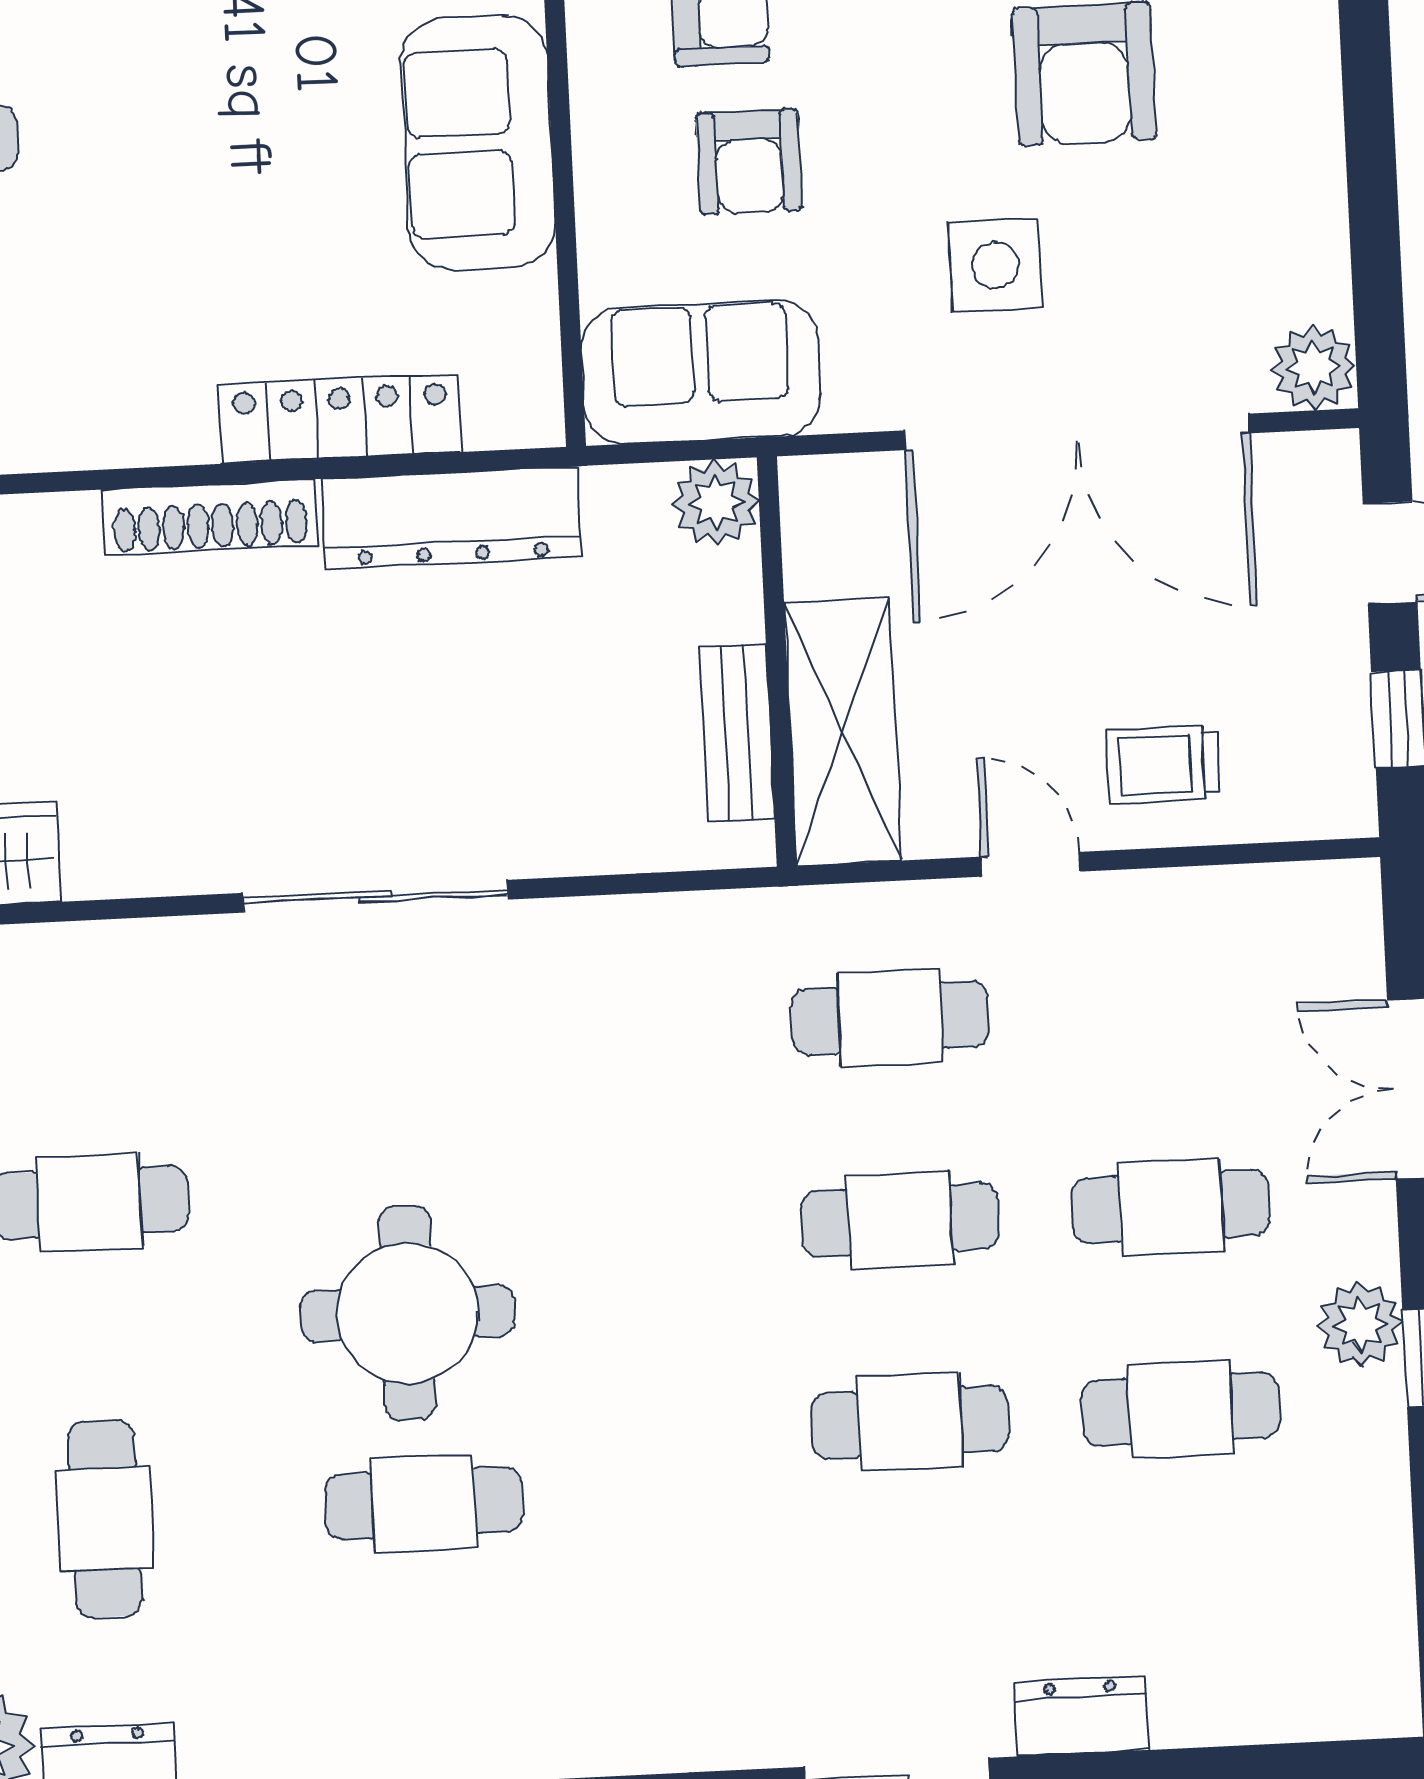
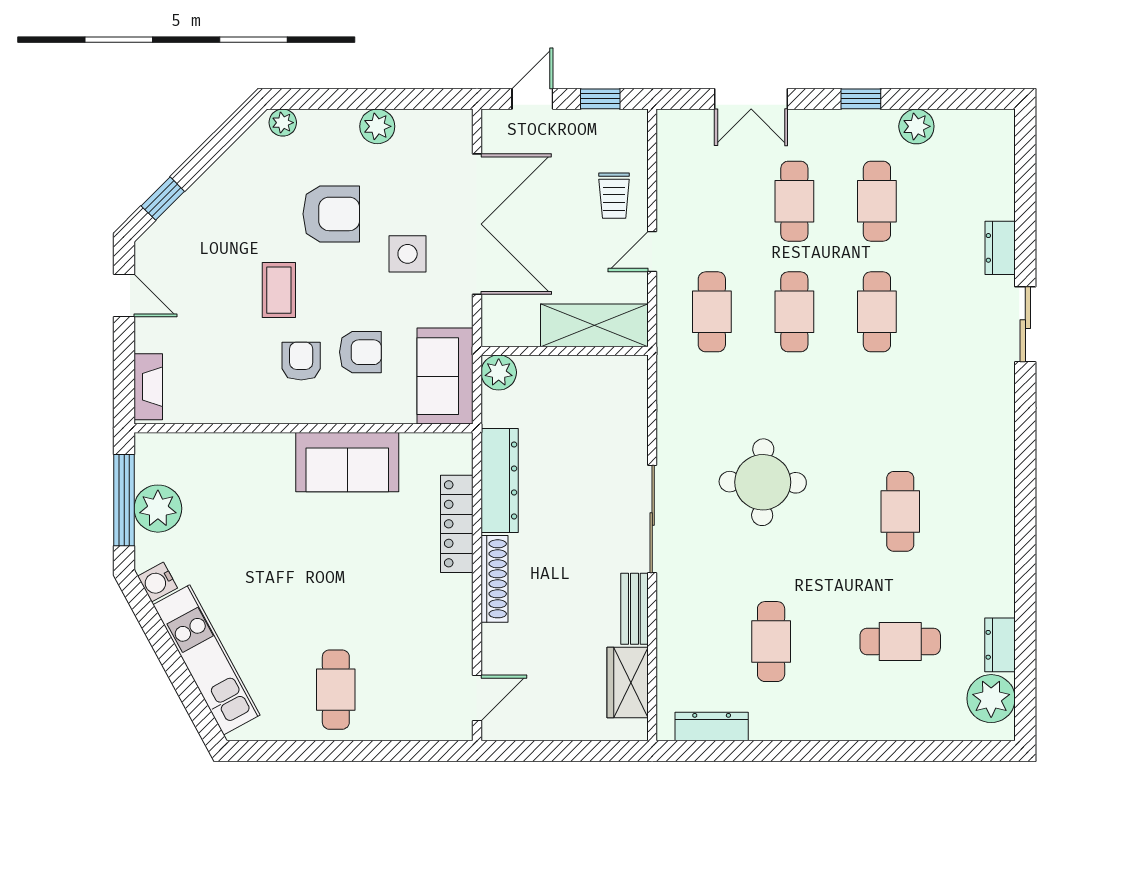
plant: (1313, 368) -> (377, 126), moved
bench: (737, 733) -> (634, 609), moved, turned 90
round table: (408, 1313) -> (763, 482), moved
plant: (1360, 1325) -> (916, 126), moved

